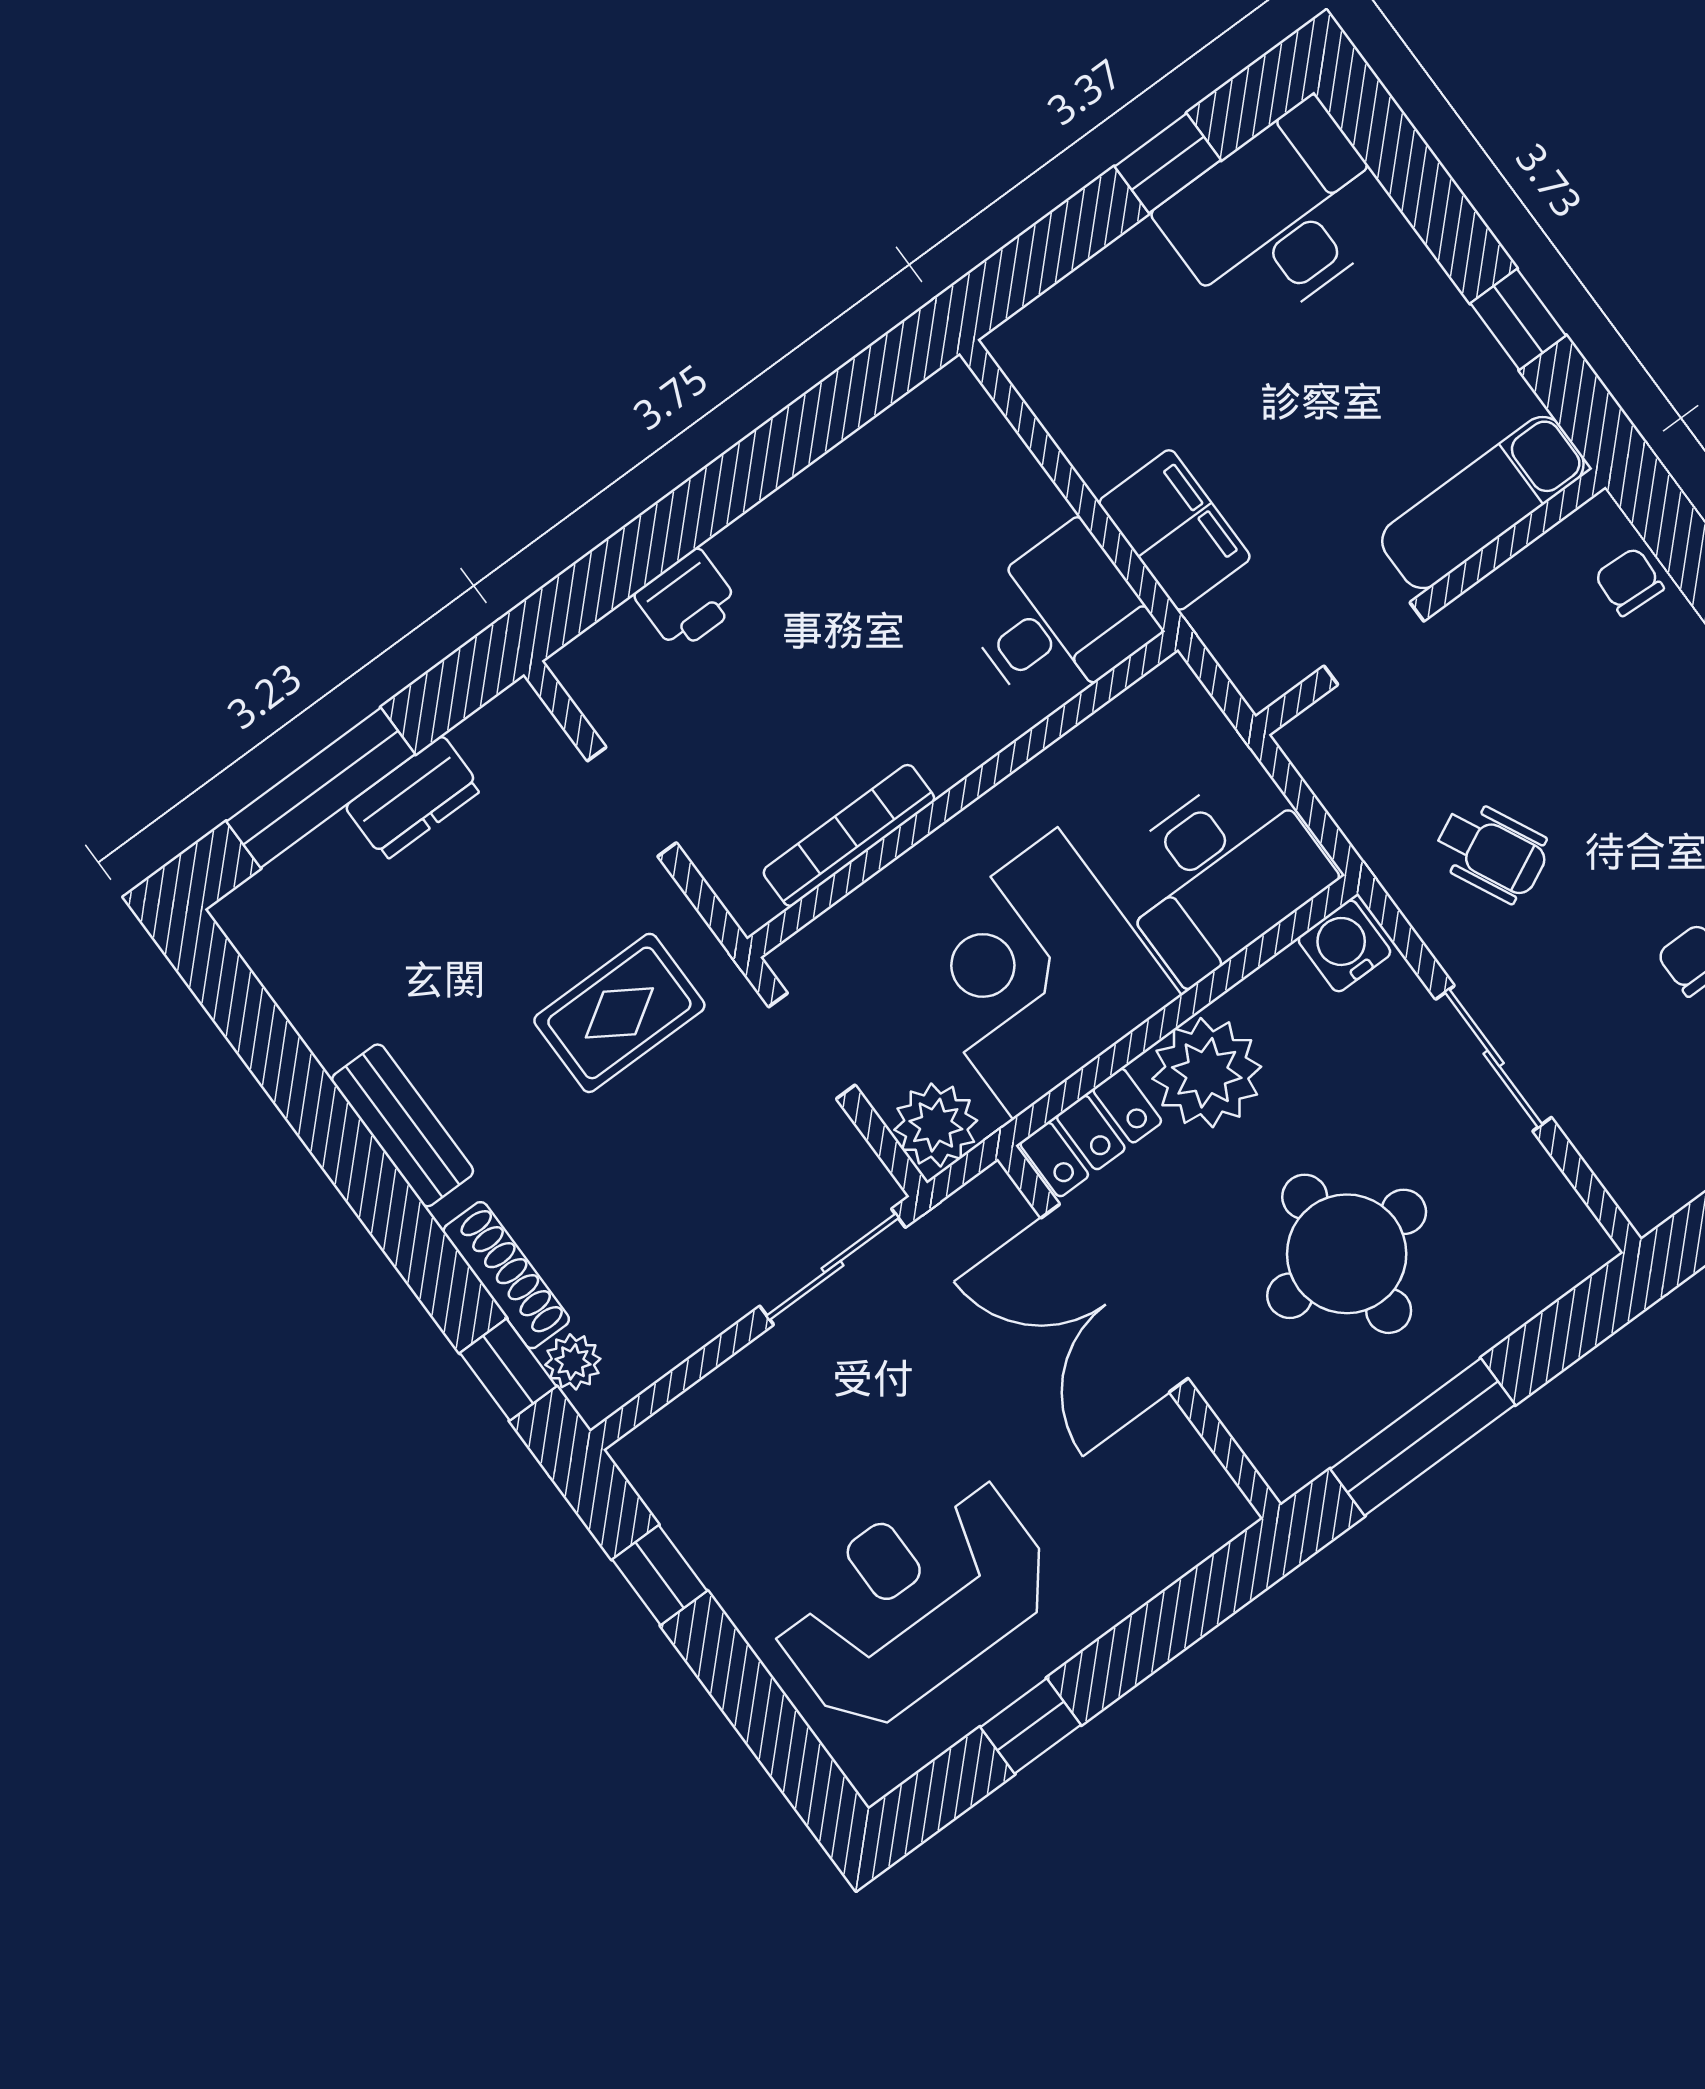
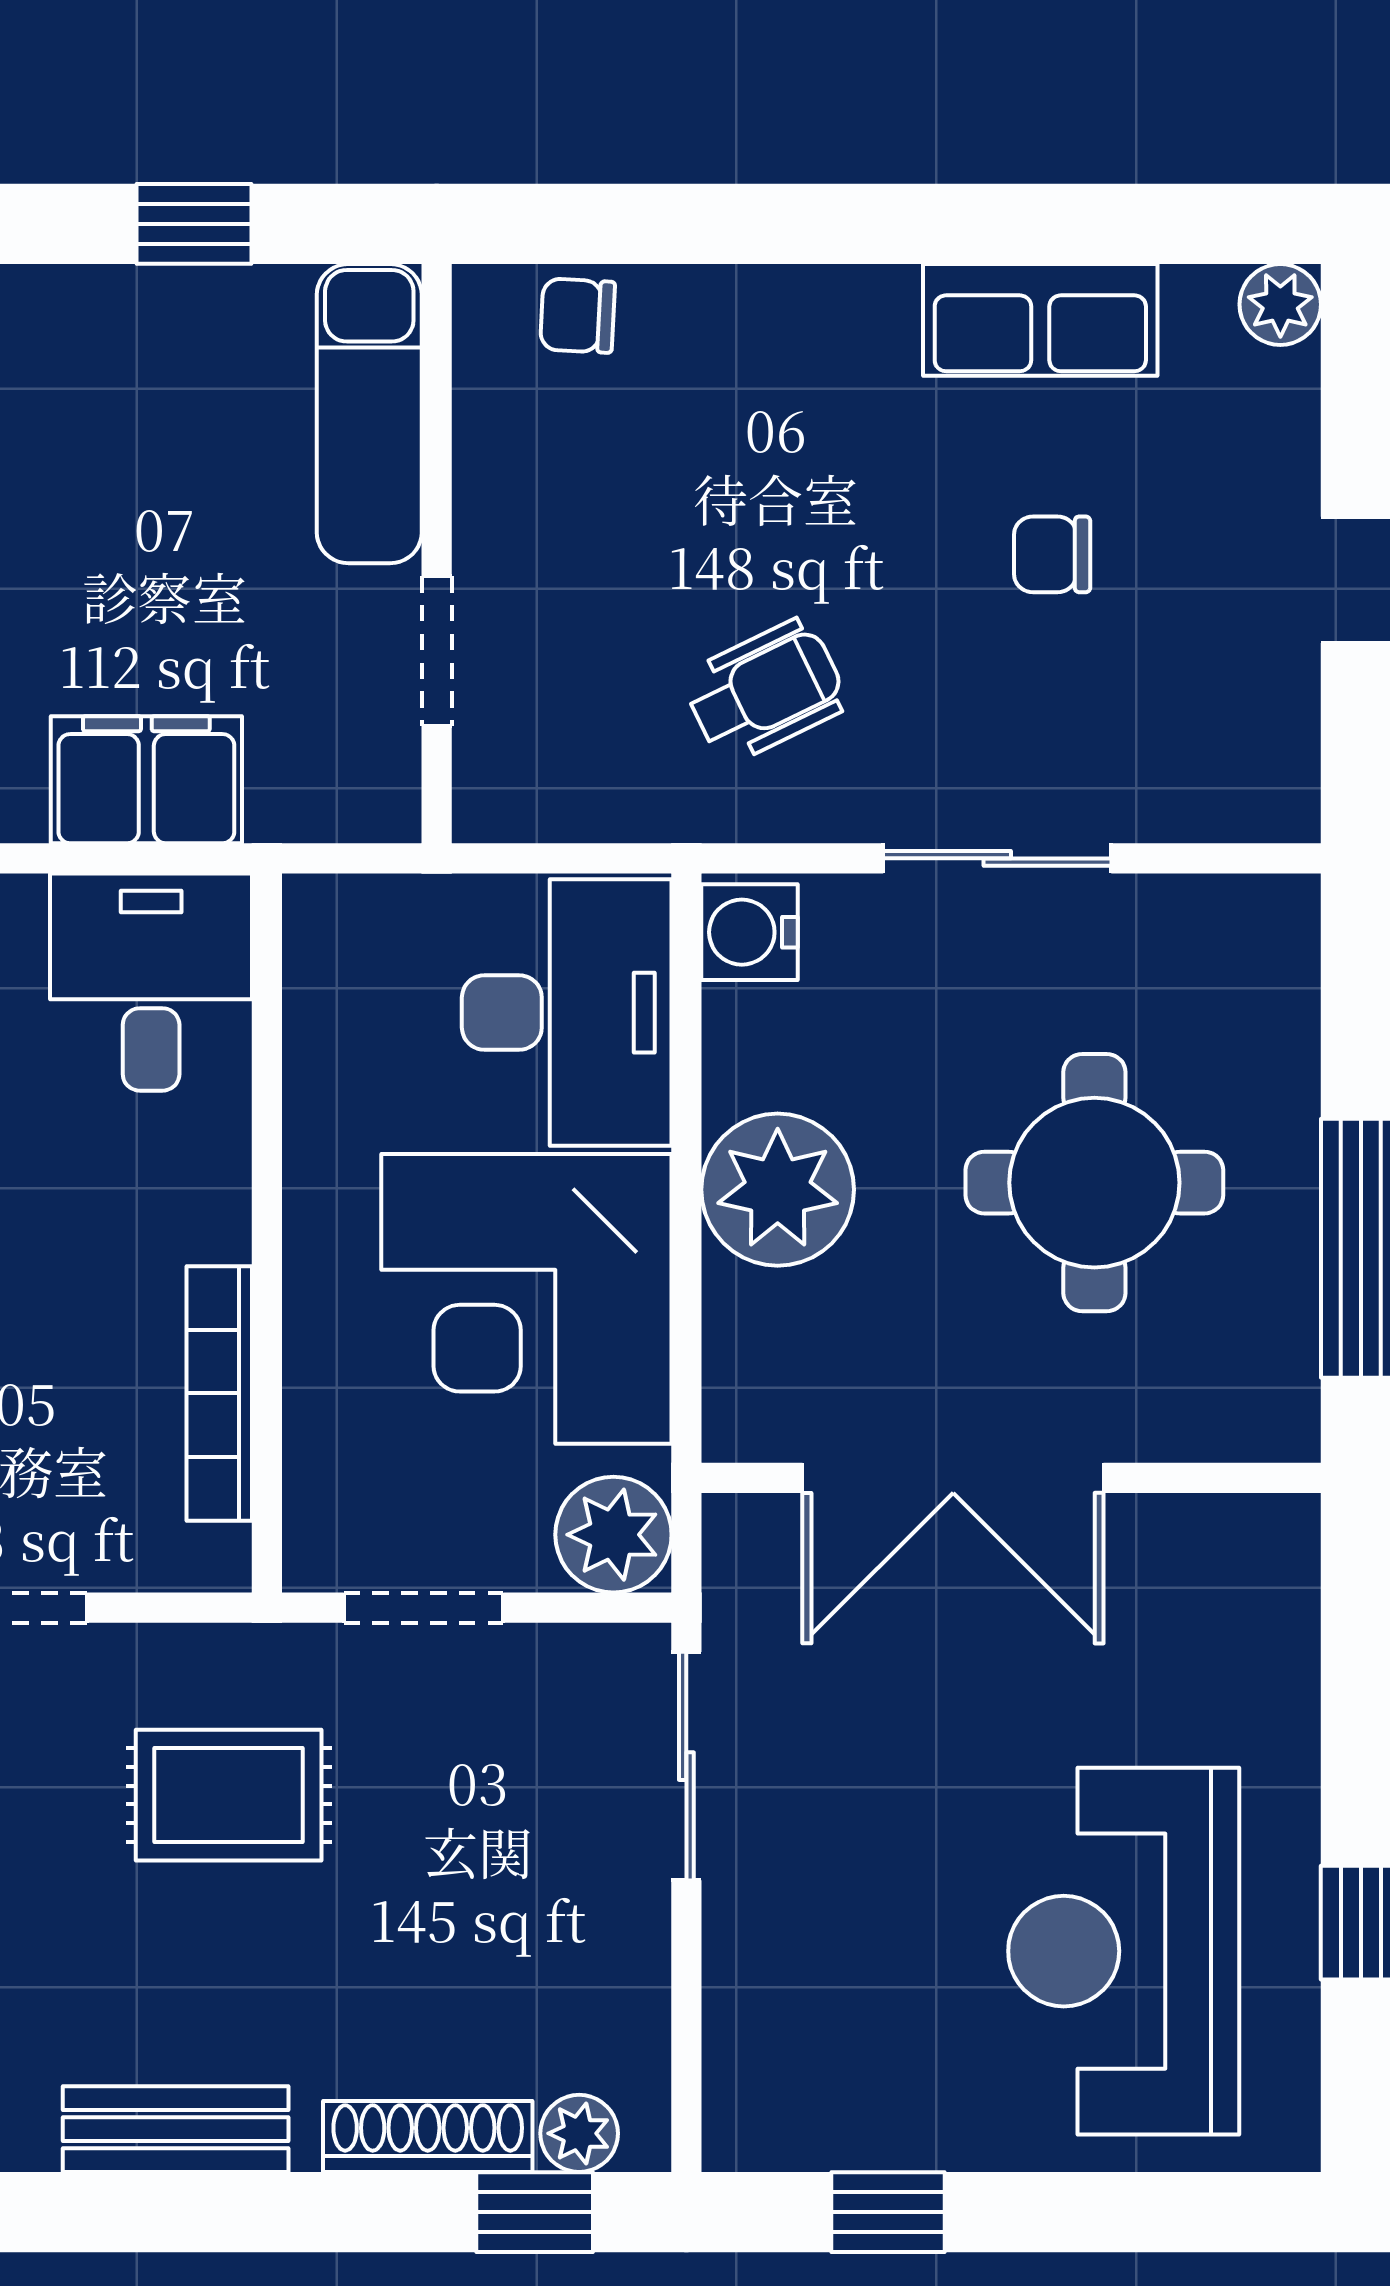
rug: (619, 1013) -> (229, 1795), turned 90
locker: (1091, 1133) -> (749, 1368), removed

